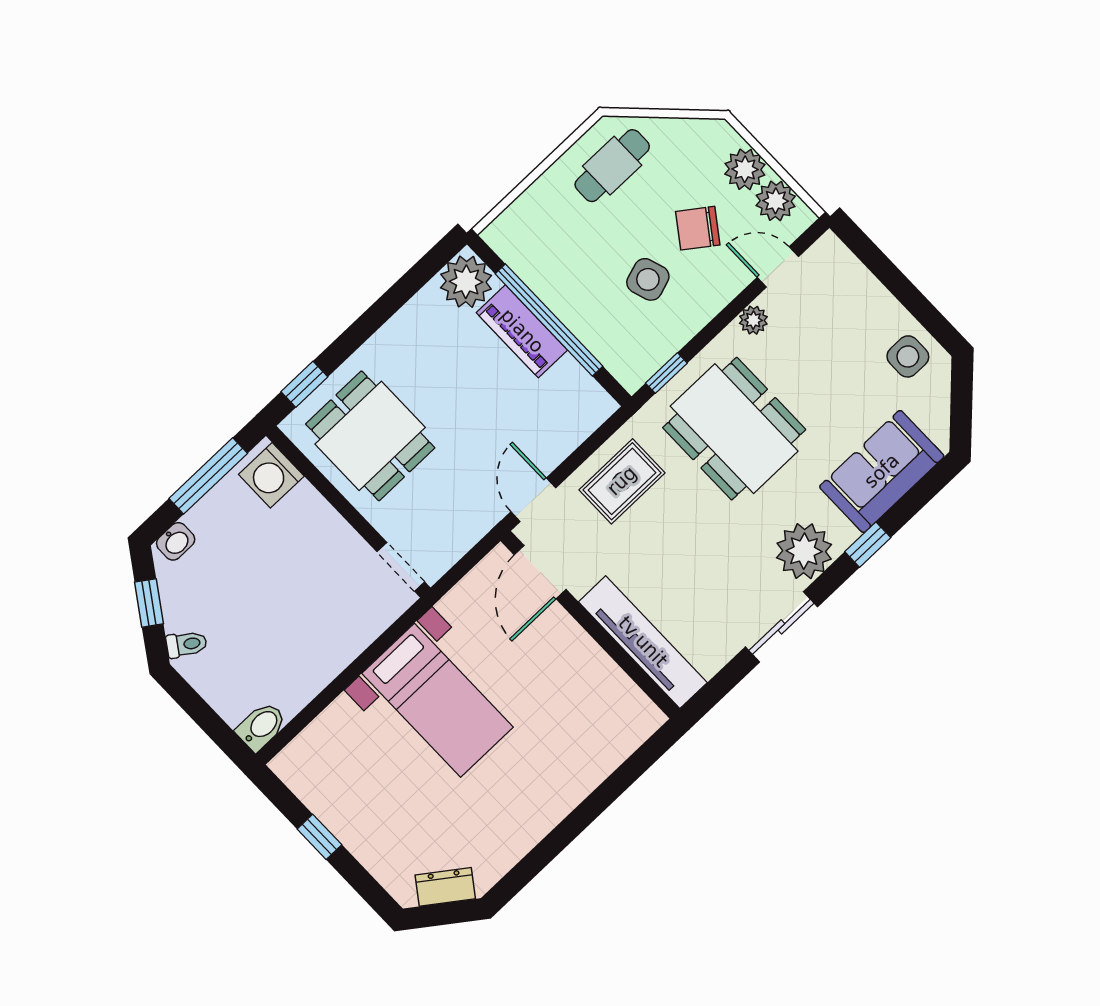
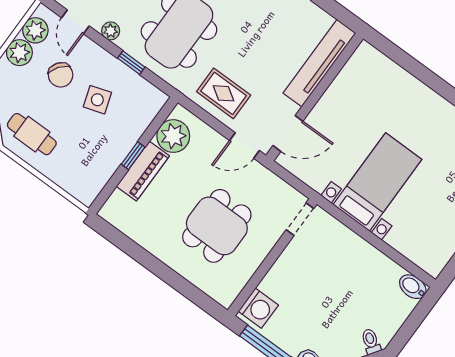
plant: (466, 282) -> (173, 136), moved
window: (549, 320) -> (133, 156), width x0.32
window: (666, 373) -> (131, 63), moved
window: (304, 384) -> (199, 298), removed
dining table: (370, 436) -> (217, 226), moved

